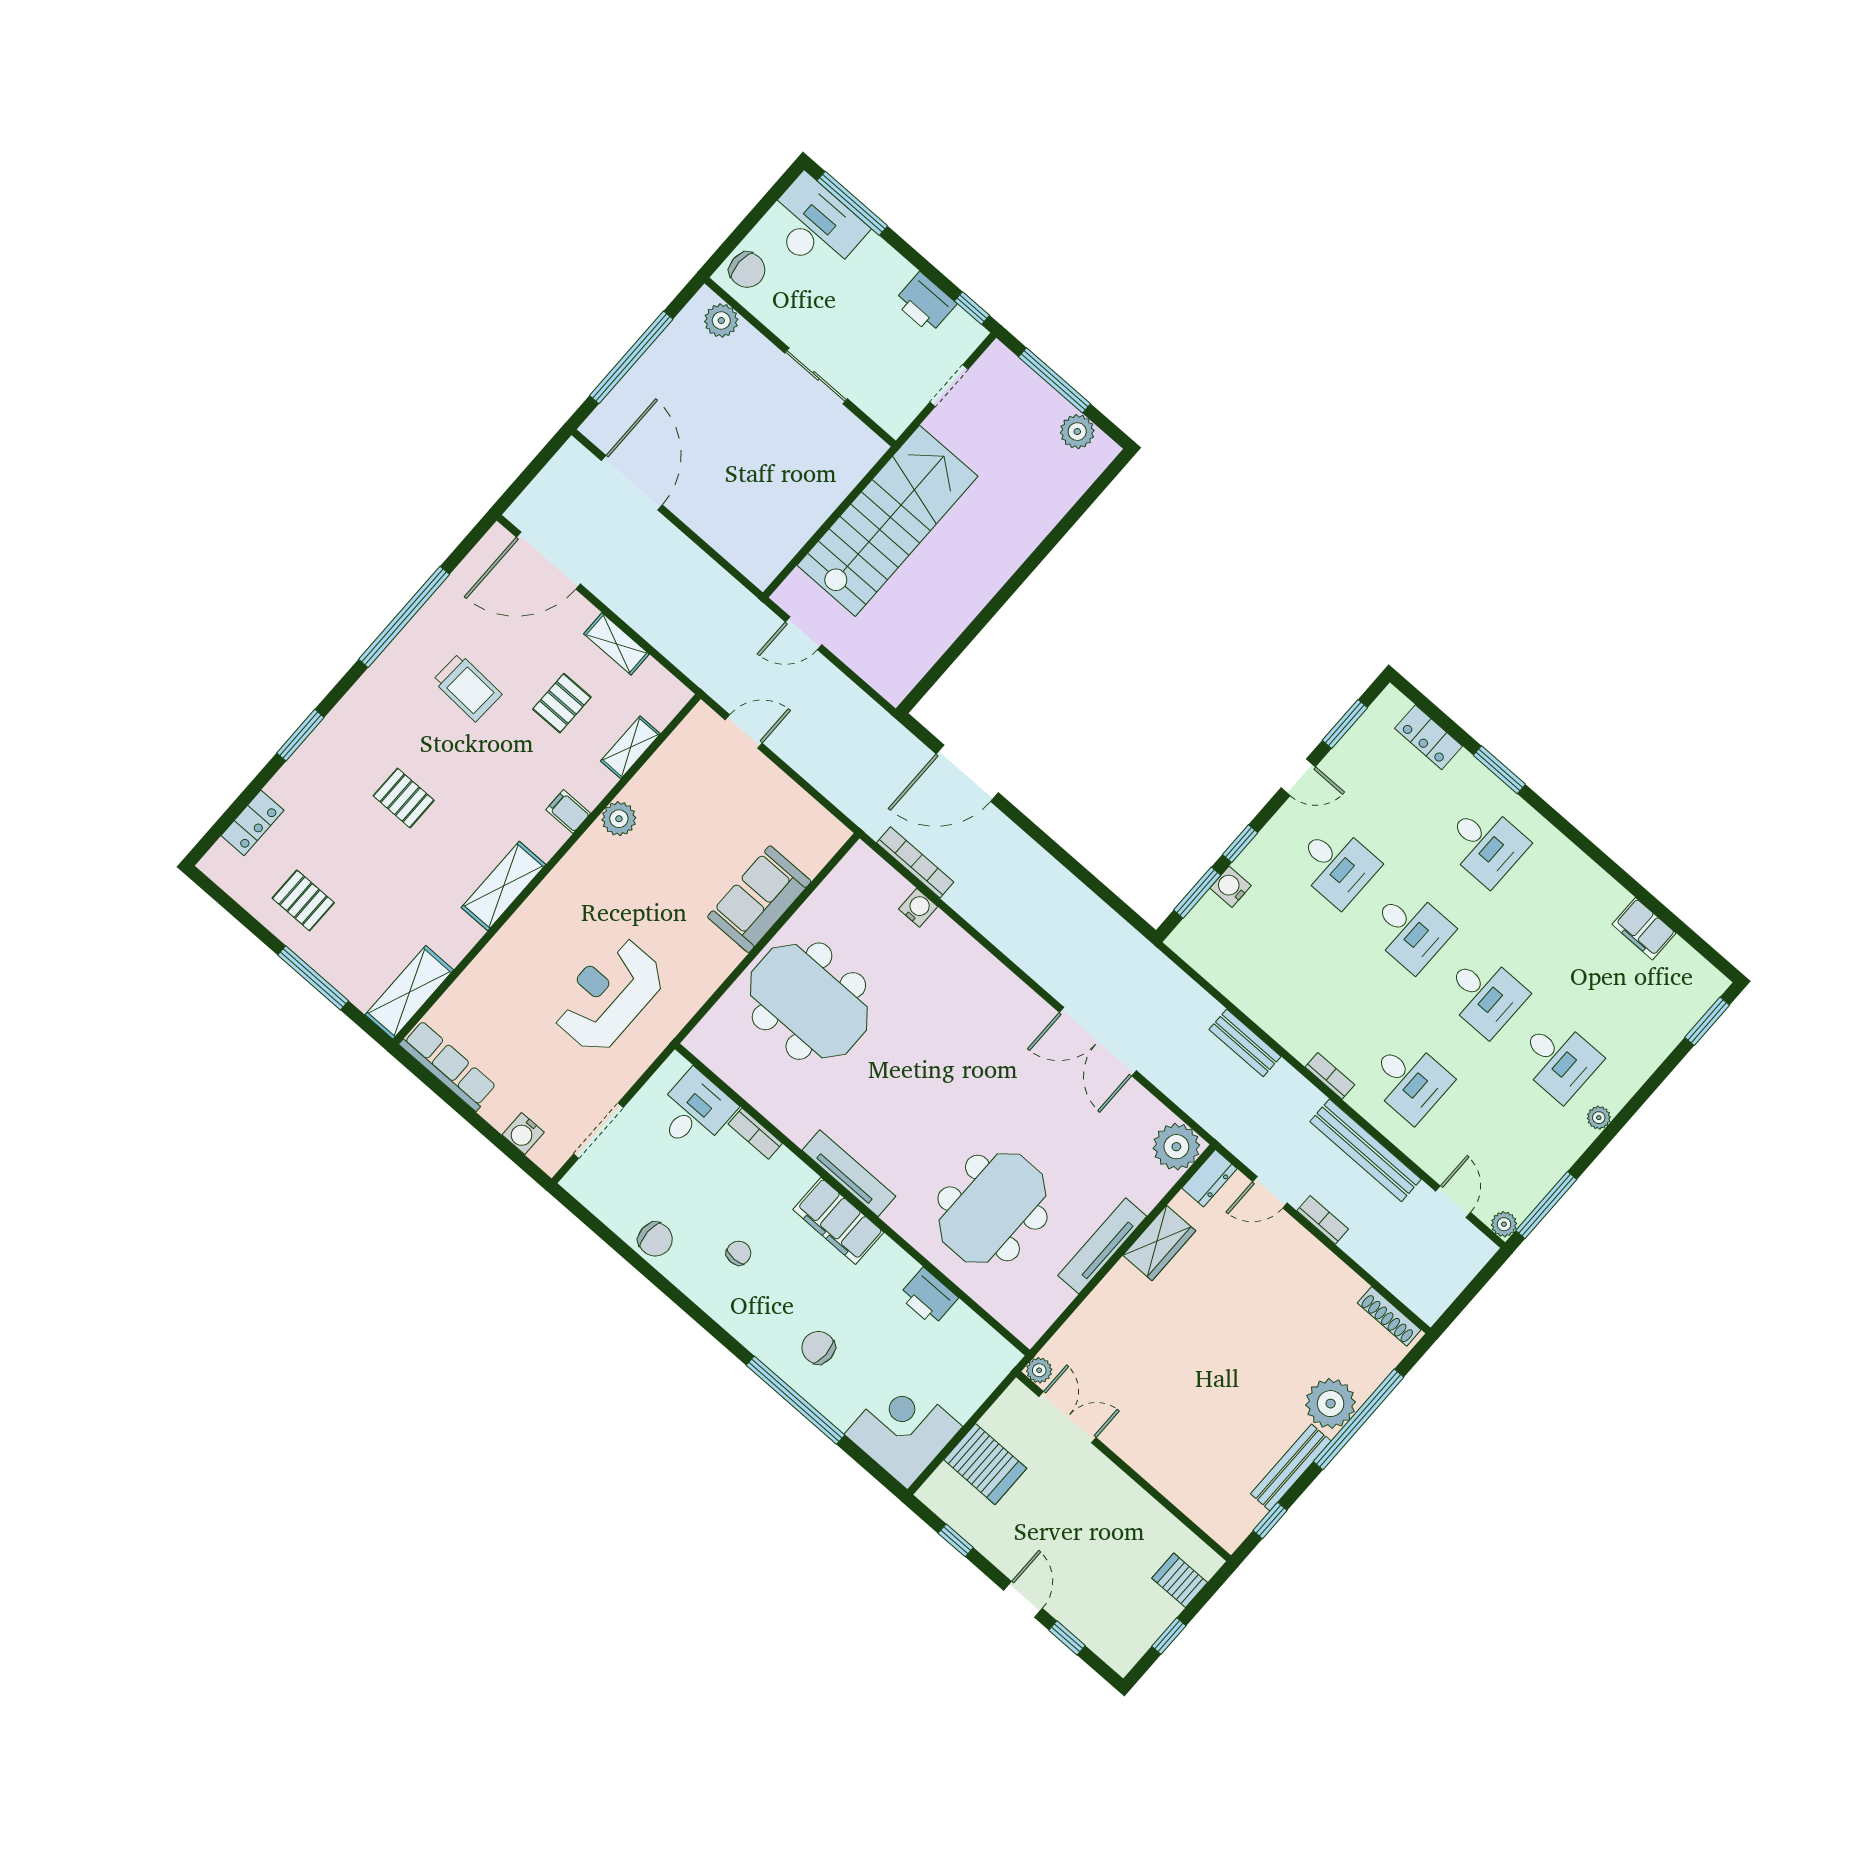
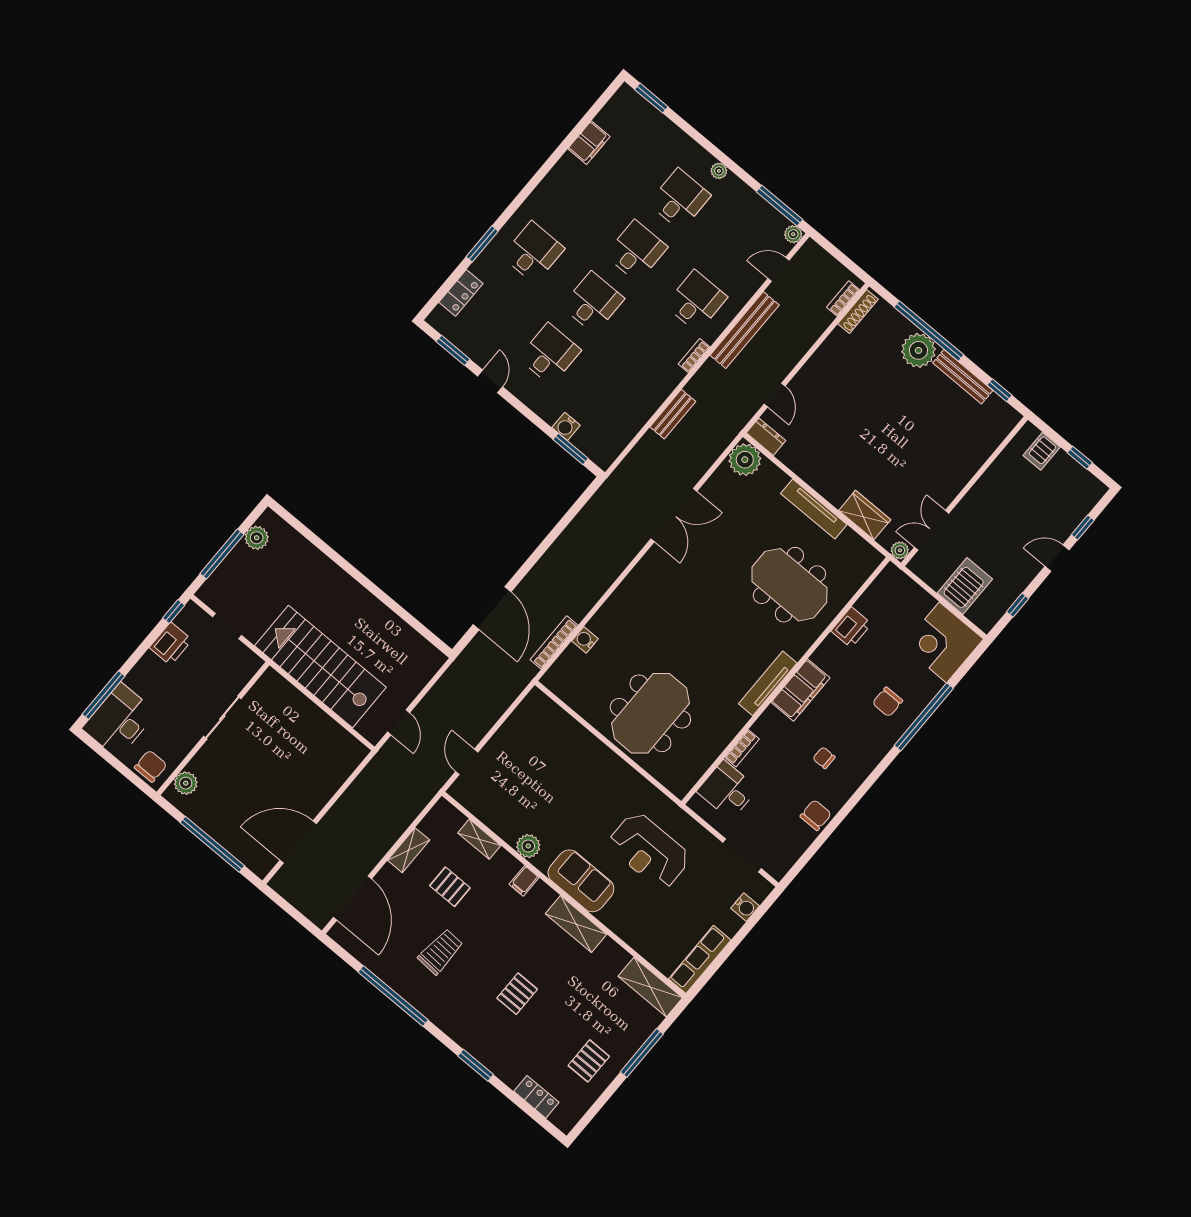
window: (1240, 844) -> (536, 420), removed
sofa: (759, 899) -> (581, 881), moved, turned 180
bookcase: (1323, 1220) -> (843, 298), moved
wardrobe: (1159, 1243) -> (865, 515), moved

